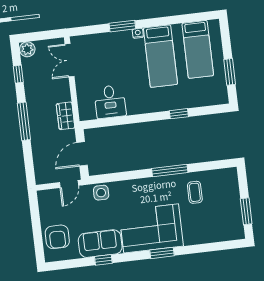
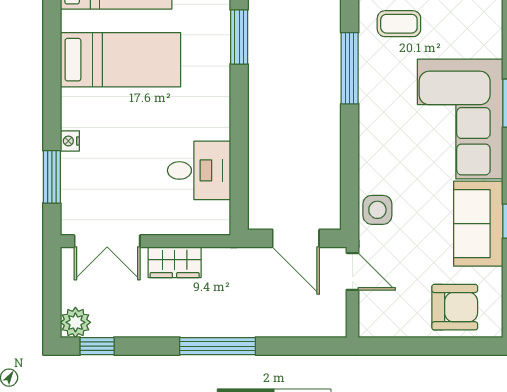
window: (122, 26) -> (52, 177), moved
nightstand: (138, 33) -> (70, 141), moved
window: (18, 74) -> (97, 346), moved
window: (179, 114) -> (239, 37), width x1.50
wardrobe: (66, 116) -> (175, 262), moved

